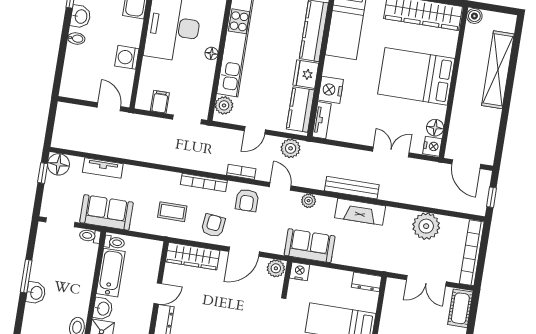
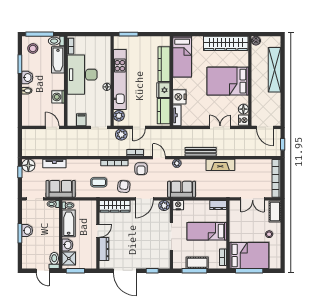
plant: (291, 148) -> (121, 135), moved
fireplace: (360, 212) -> (220, 165), moved
plant: (426, 226) -> (247, 167), removed
washbasin: (36, 293) -> (27, 231), moved

